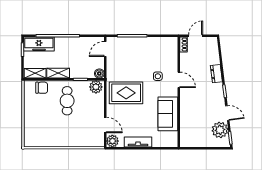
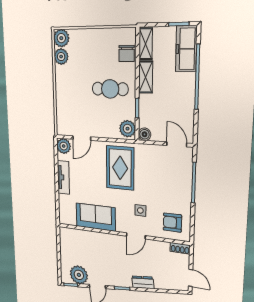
door: (196, 36) -> (191, 278), moved
armchair: (164, 51) -> (172, 223), added
plant: (30, 141) -> (61, 38), added
plant: (44, 141) -> (61, 57), added

